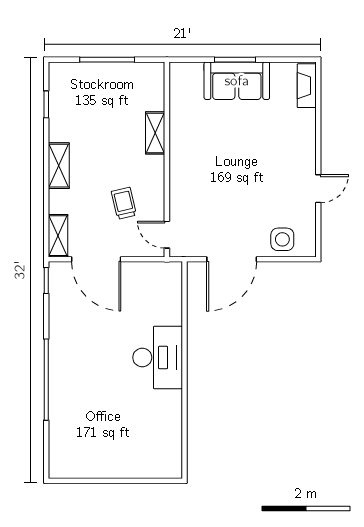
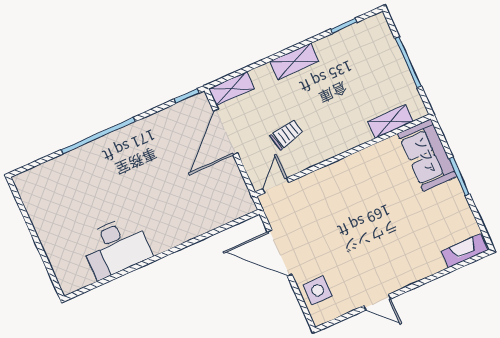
sofa: (237, 81) -> (427, 155), moved
shelving: (155, 133) -> (390, 122), moved
desk: (158, 357) -> (116, 247), moved

